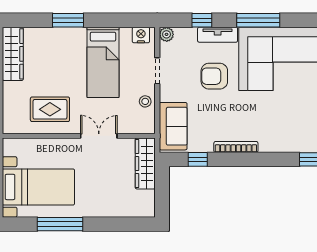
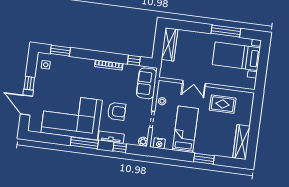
wardrobe: (145, 163) -> (169, 44), moved

